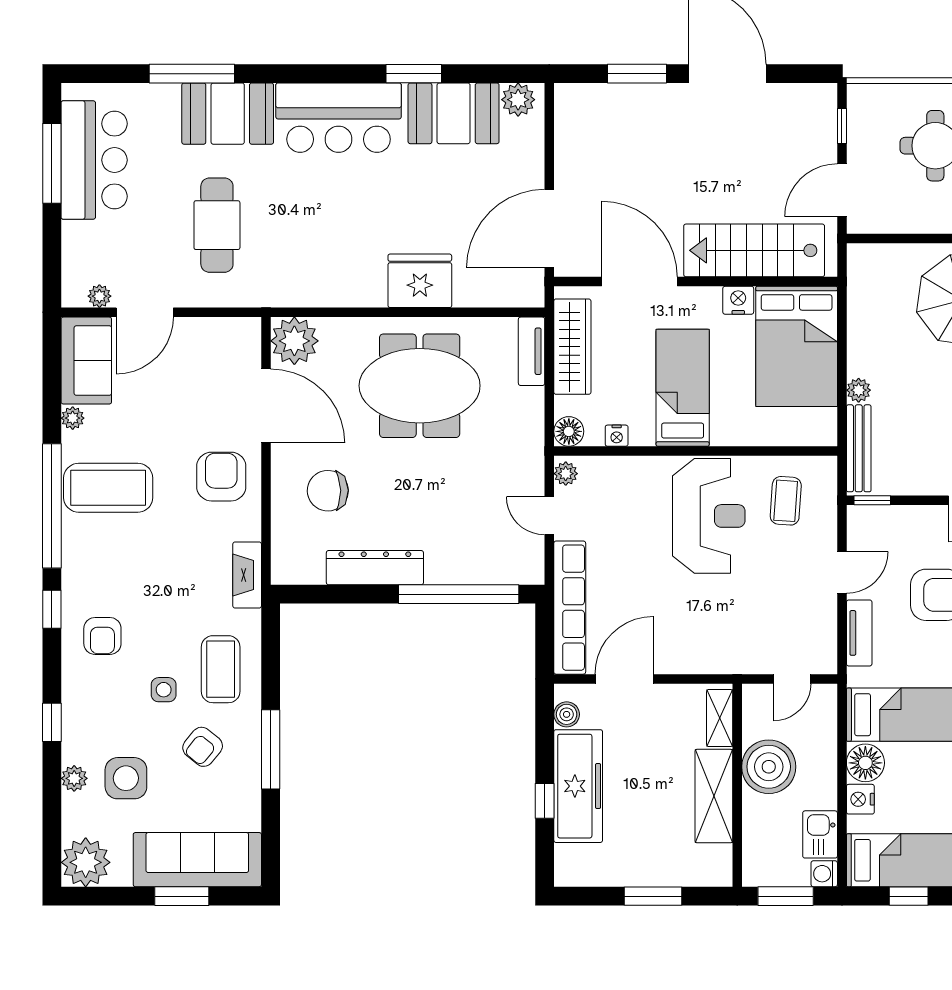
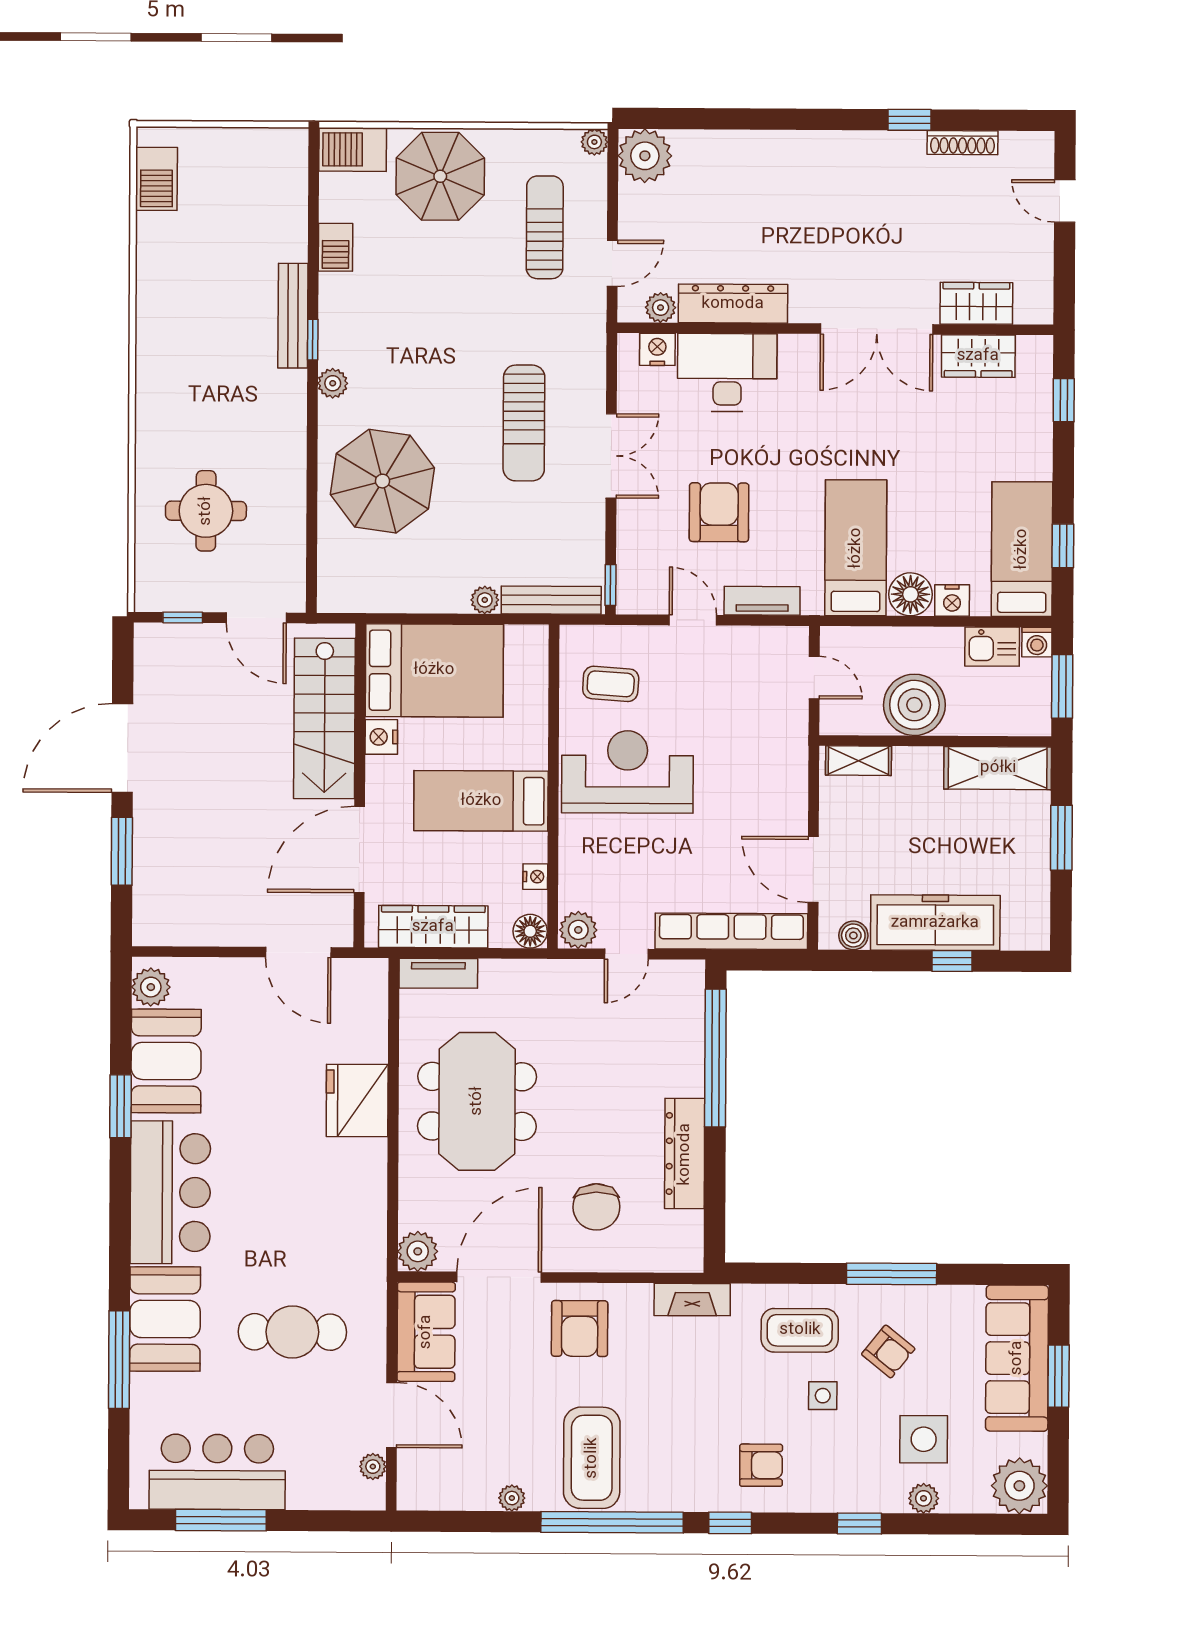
door: (549, 229) -> (298, 952), width x0.73
plant: (294, 341) -> (418, 1251), width x0.73, depth x0.73
sofa: (86, 361) -> (426, 1332), moved, turned 90
plant: (566, 474) -> (578, 930), width x1.38, depth x1.38
armchair: (221, 477) -> (580, 1329), turned -90
shelving: (714, 796) -> (998, 768), moved

